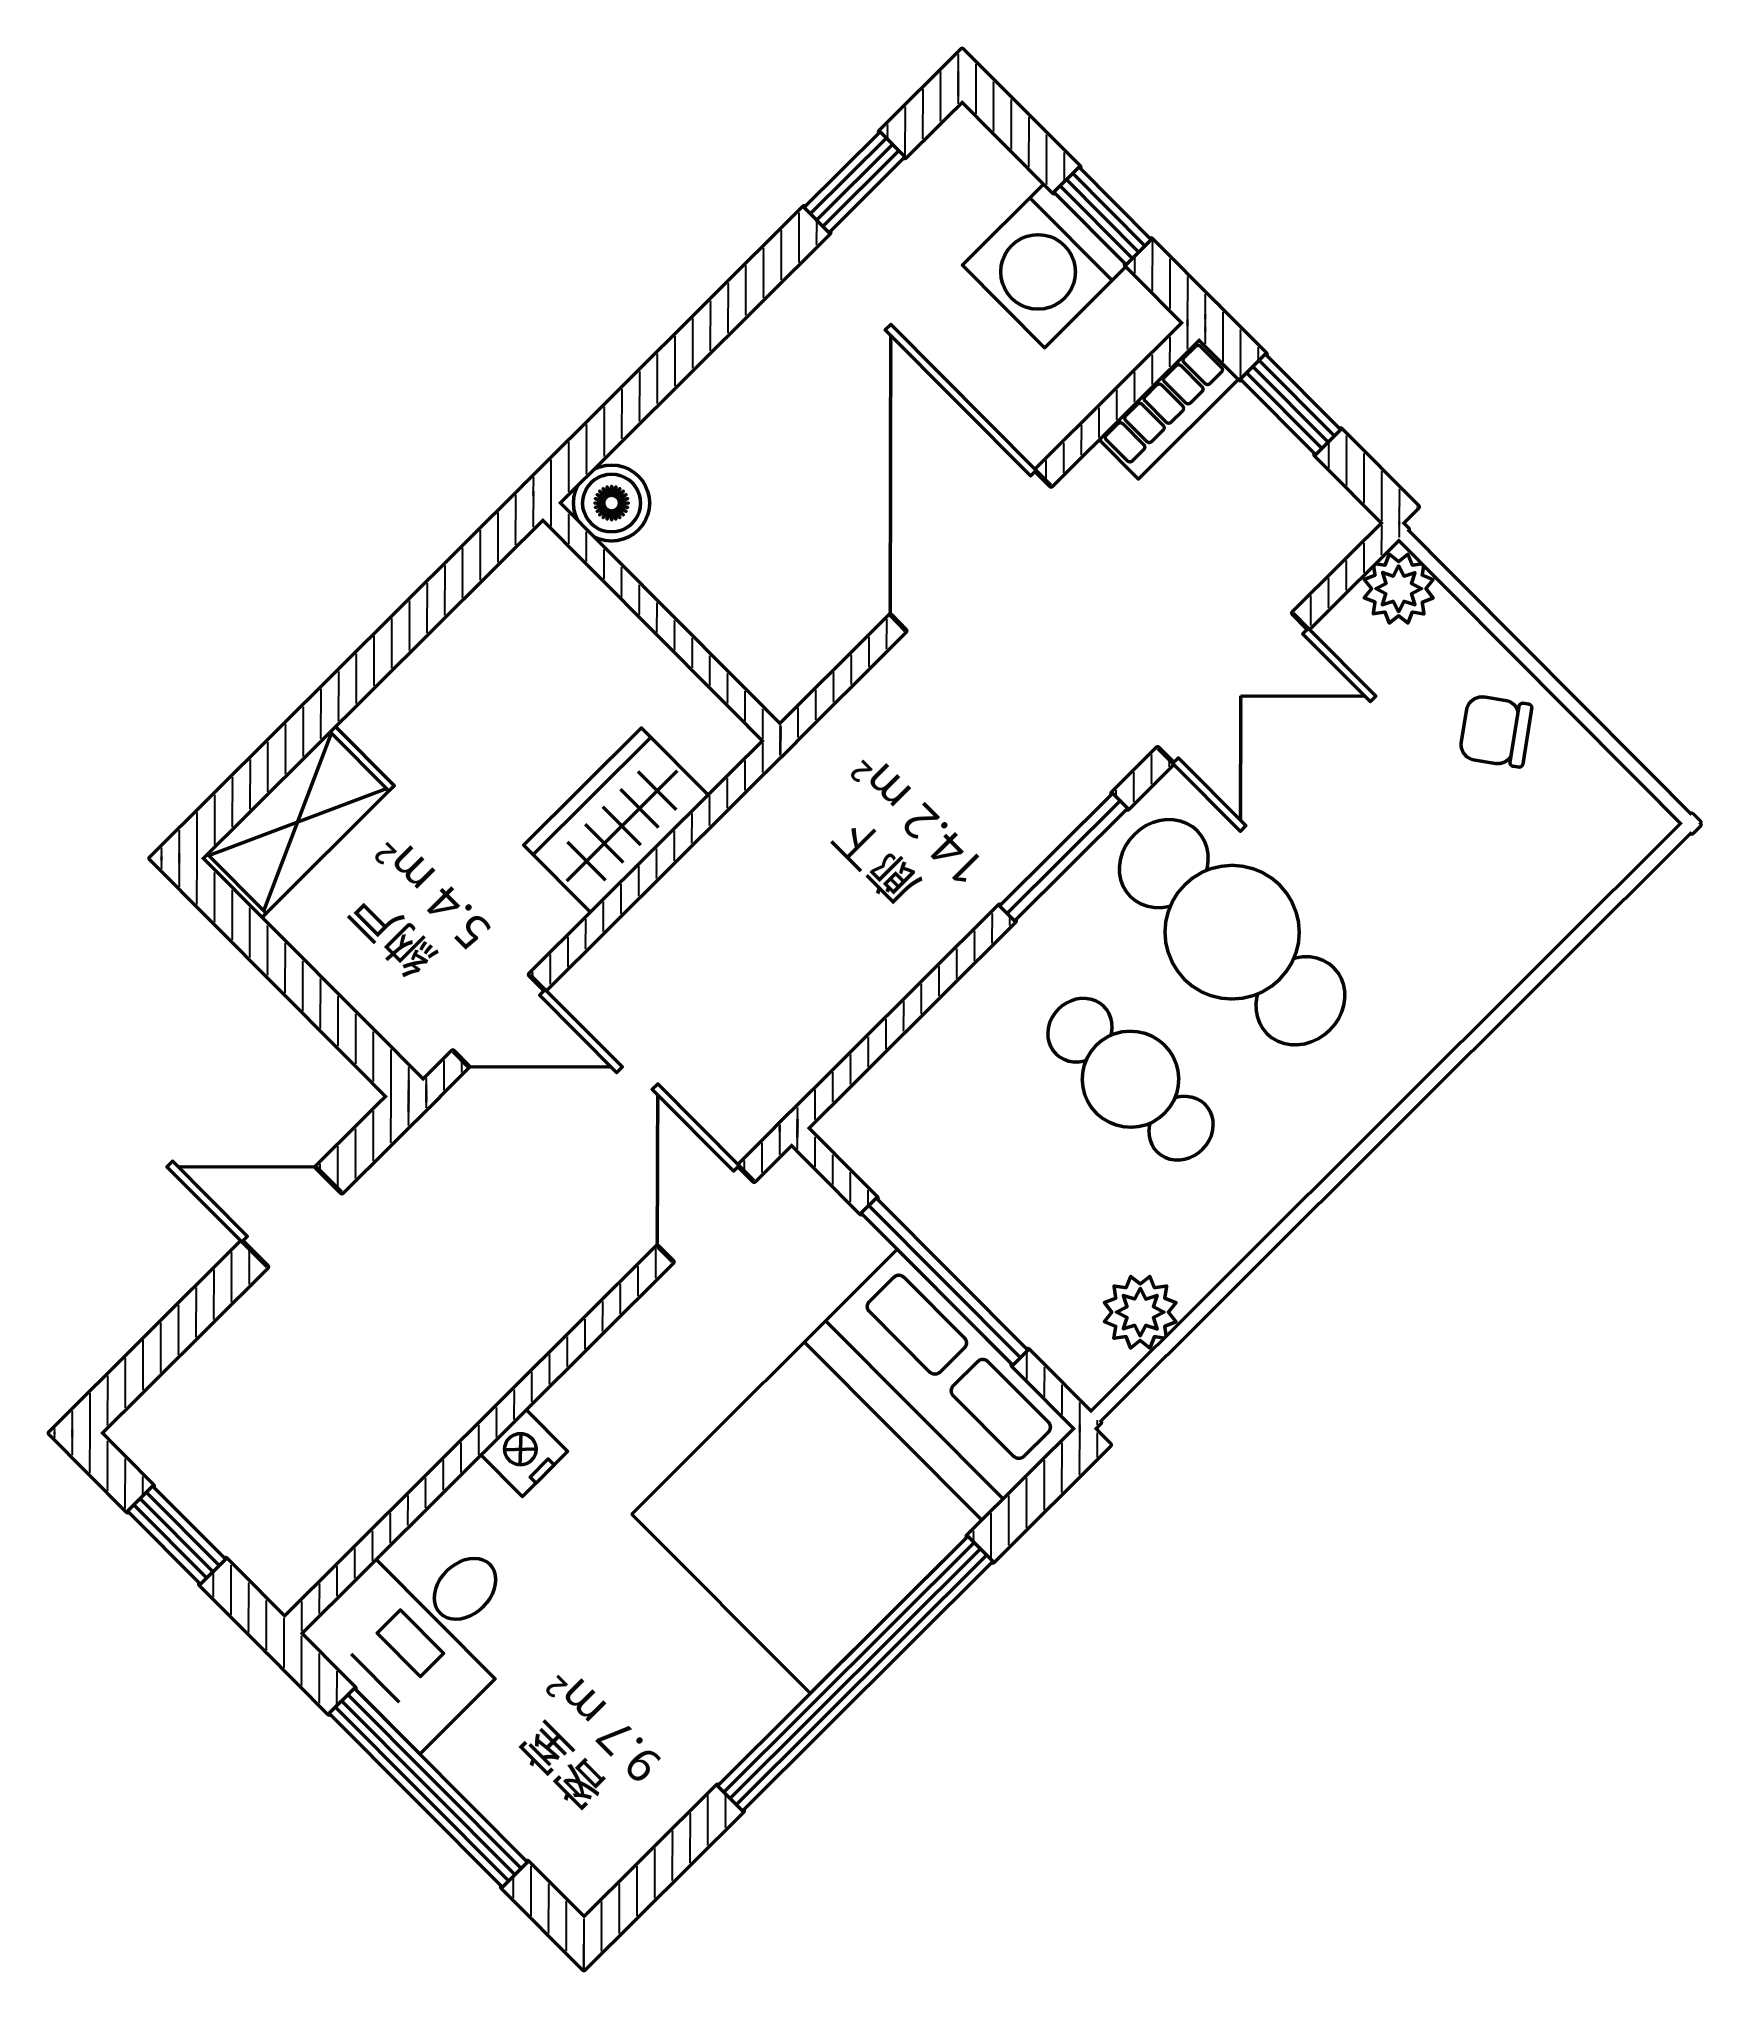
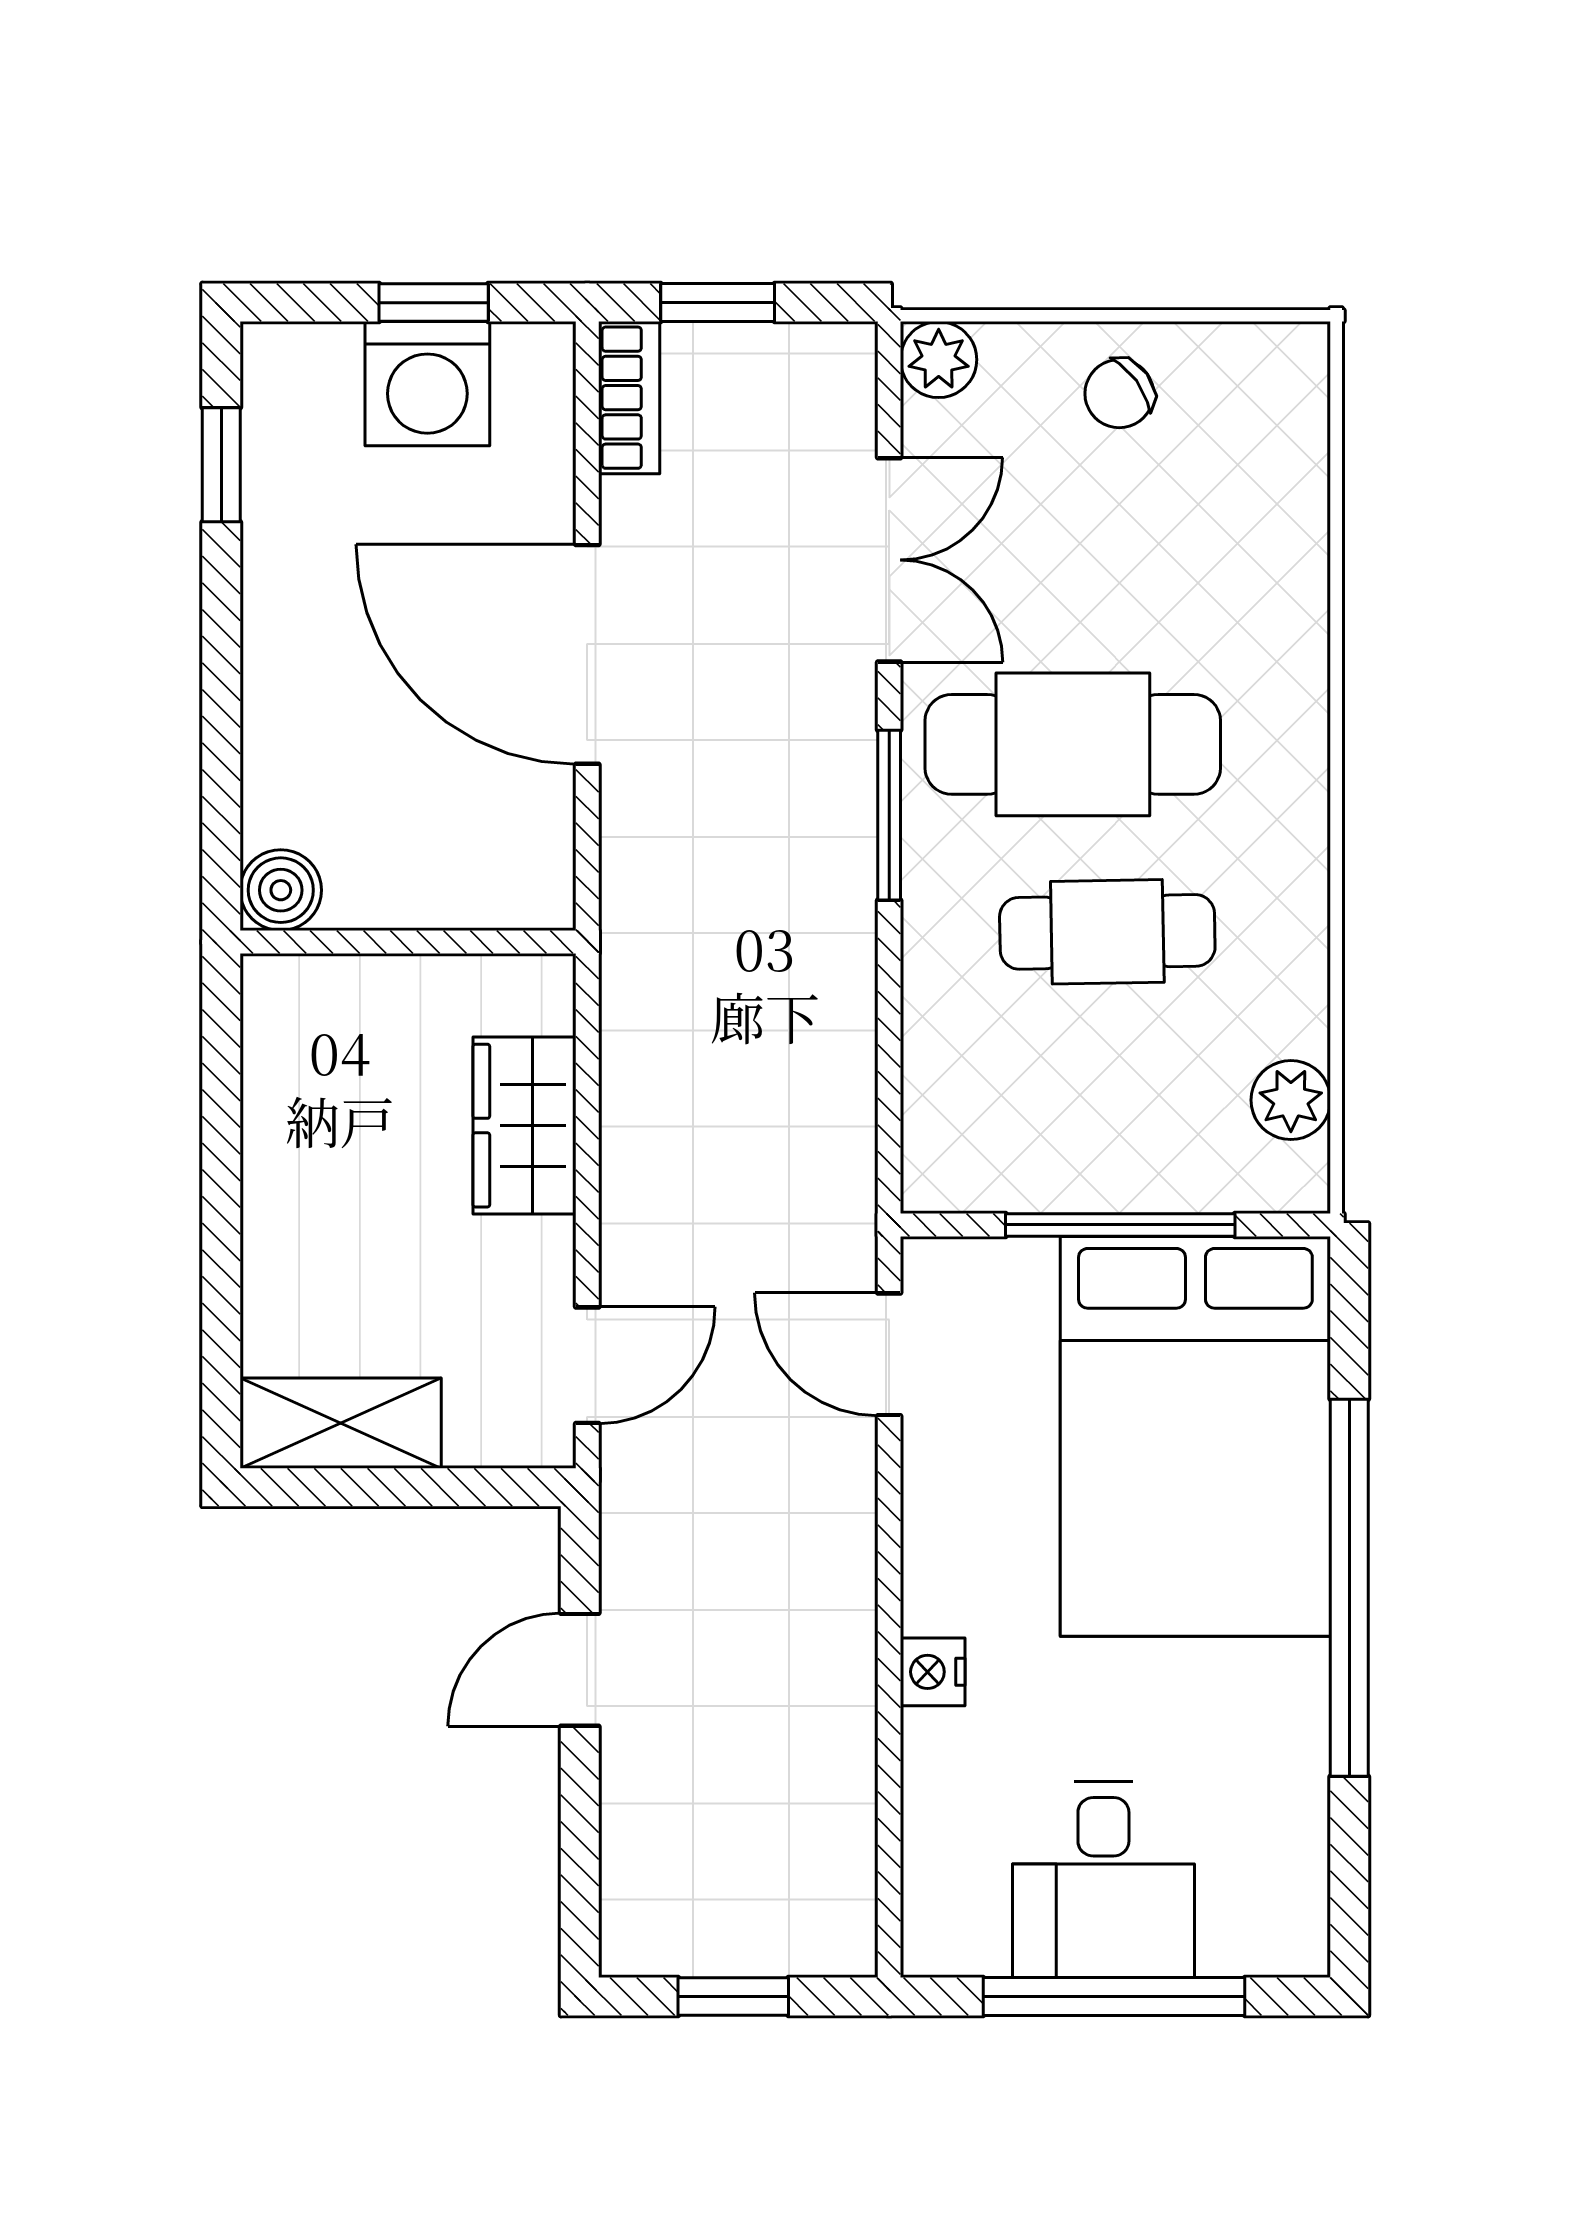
shelving: (298, 822) -> (341, 1423), moved, turned 90
desk: (425, 1629) -> (1103, 1880), moved

